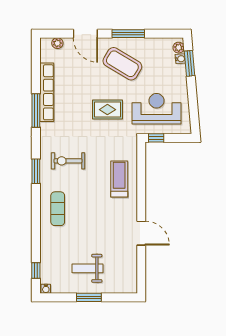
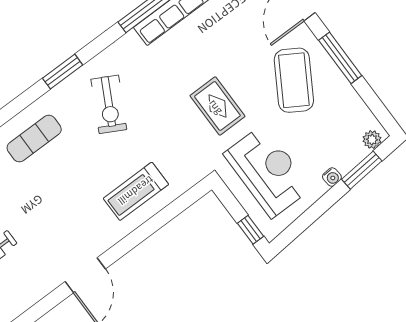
water cooler: (180, 59) -> (332, 177), moved
window: (156, 138) -> (250, 230), moved
exercise bike: (68, 161) -> (109, 104), turned -152
treadmill: (119, 179) -> (136, 191), turned 180

